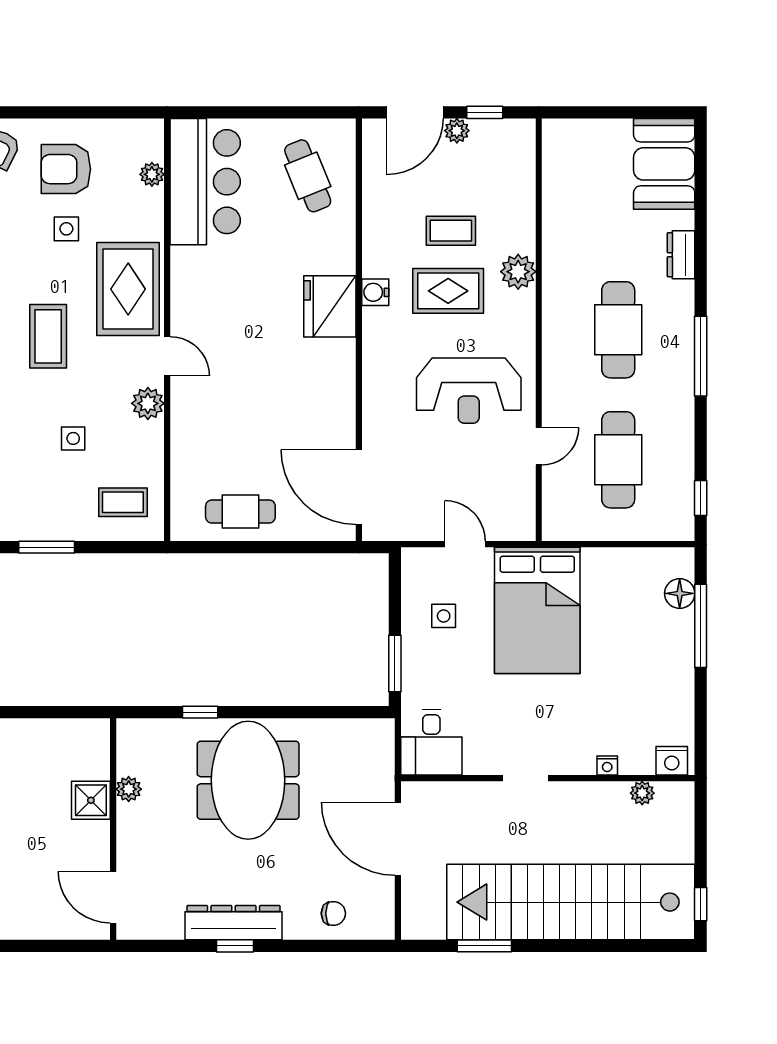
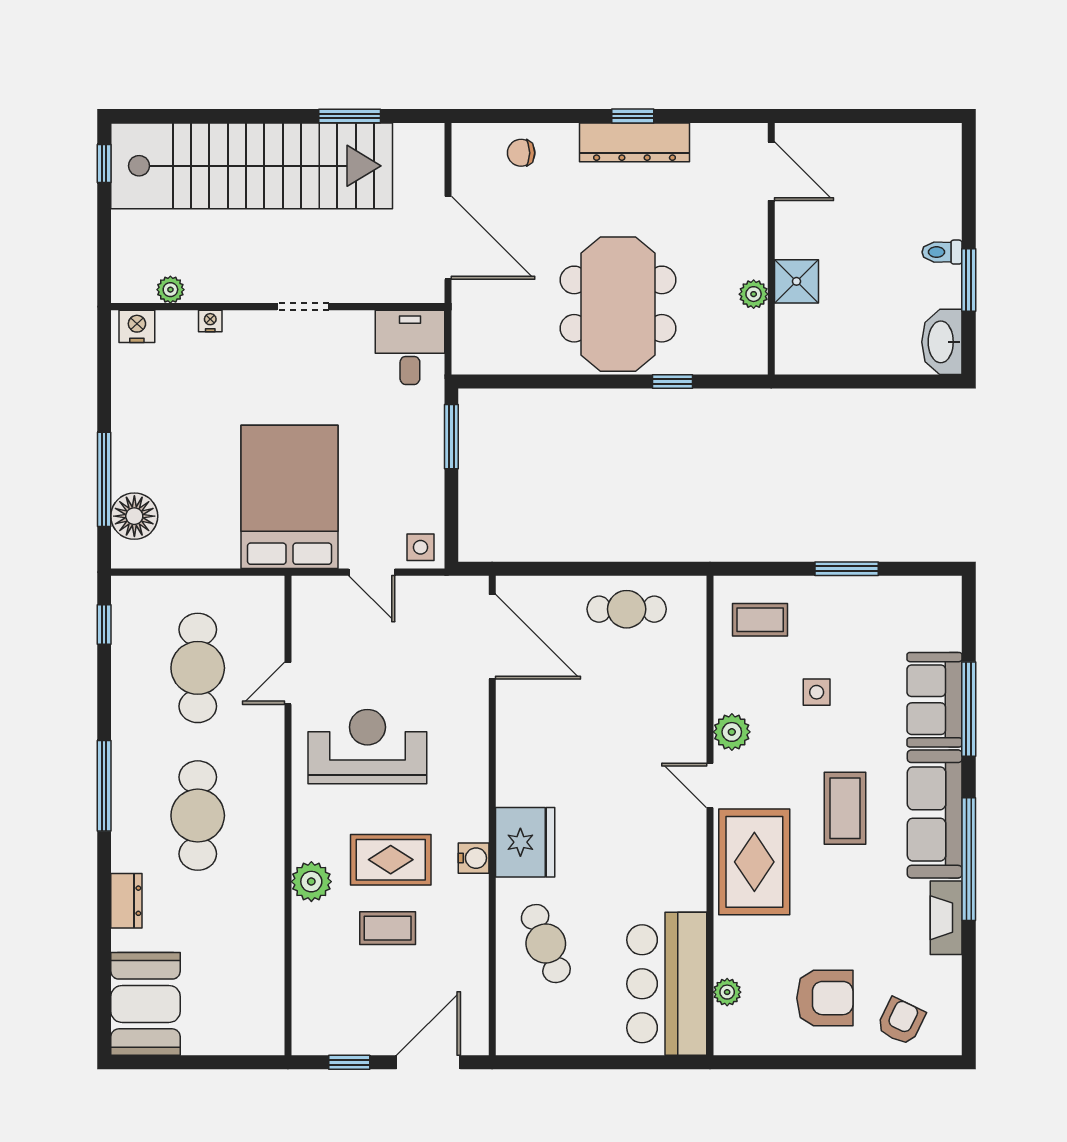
plant: (457, 131) -> (381, 1042), removed
cafe table: (308, 176) -> (546, 944), moved
side table: (66, 229) -> (824, 930), removed
floor lamp: (680, 593) -> (134, 516), width x1.38, depth x1.38
side table: (444, 616) -> (421, 547), moved

